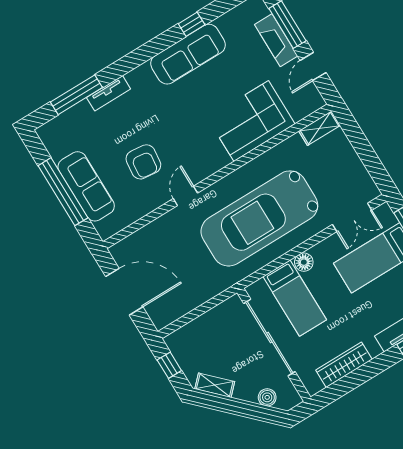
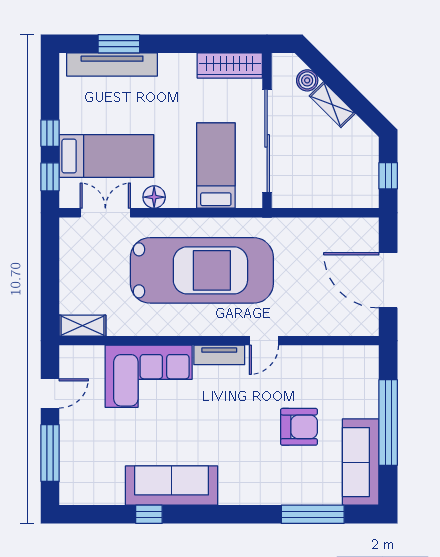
fireplace: (276, 40) -> (72, 444), removed
tv unit: (109, 93) -> (219, 355), moved, turned 180
armchair: (143, 162) -> (299, 427), moved, turned 84
sofa: (86, 186) -> (361, 462), moved
floor lamp: (304, 262) -> (154, 197), moved
wardrobe: (344, 365) -> (230, 65), moved
shelving: (215, 385) -> (332, 105), moved

